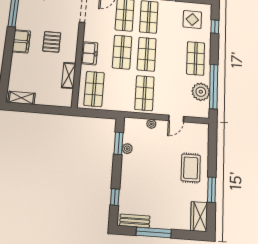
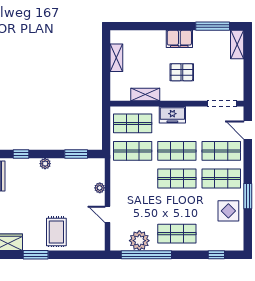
display table: (192, 19) -> (228, 211), moved
shop shelf: (144, 93) -> (133, 151), moved
shelving: (21, 98) -> (116, 58), moved
plant: (127, 149) -> (45, 164), moved
rug: (191, 168) -> (56, 232), turned 90

